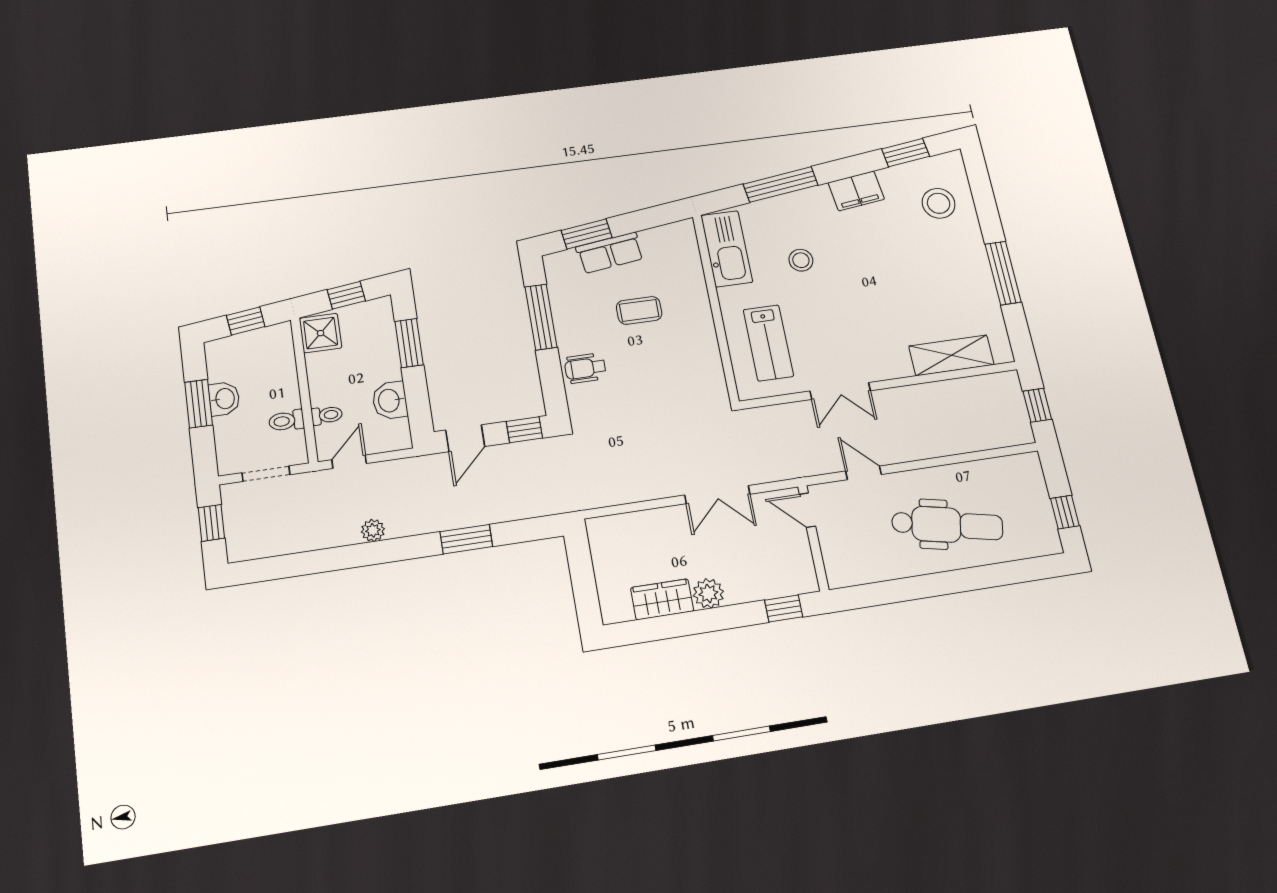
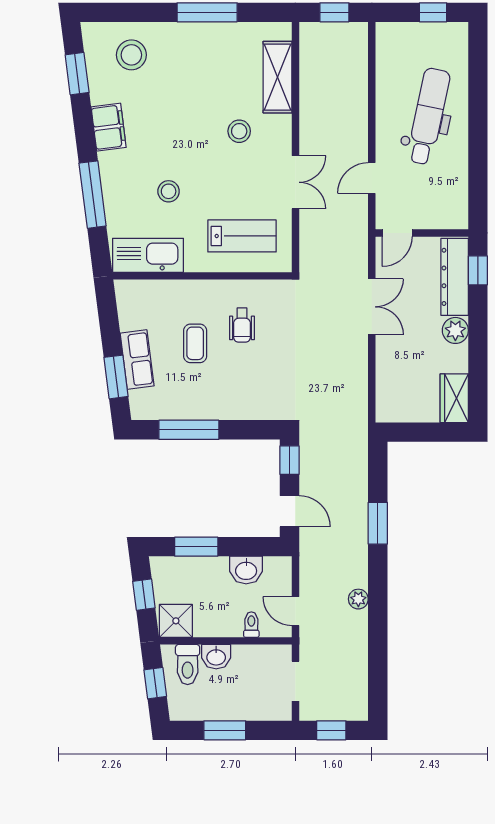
stool: (883, 324) -> (239, 131), added
wheelchair: (585, 368) -> (242, 325), moved
washbasin: (224, 399) -> (216, 657), moved, turned 180
toilet: (286, 421) -> (188, 664), moved, width x1.37, depth x1.39
dresser: (770, 583) -> (455, 277), added
wardrobe: (662, 599) -> (454, 398), moved

